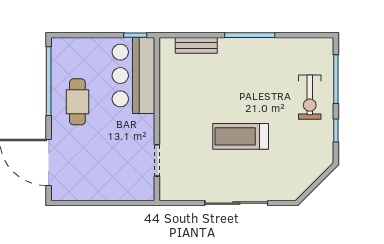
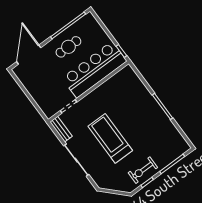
bench: (196, 45) -> (61, 129), moved
bar counter: (133, 76) -> (94, 70), width x1.36
exercise bike: (310, 97) -> (143, 170), moved
treadmill: (241, 136) -> (110, 138), width x1.37, depth x1.38

